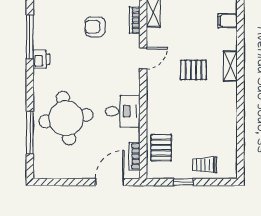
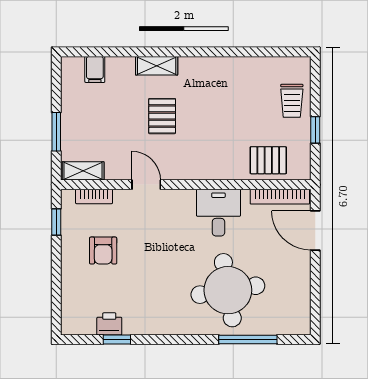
window: (30, 37) -> (117, 340), width x0.46
printer: (41, 59) -> (109, 324), moved
bookcase: (134, 156) -> (280, 197), width x1.56

